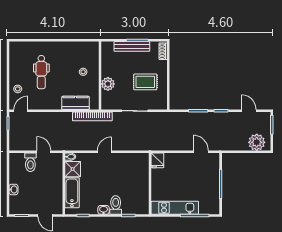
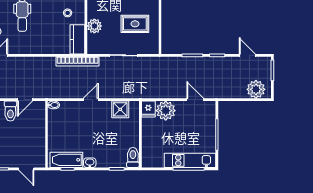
kitchen counter: (75, 103) -> (77, 39), moved, turned -90
door: (44, 152) -> (25, 100), swing flipped
plant: (174, 162) -> (166, 111), added
shower: (73, 169) -> (120, 109), moved
bathtub: (72, 193) -> (66, 160), moved, turned -90
toilet: (116, 205) -> (133, 157), moved
kitchen unit: (175, 208) -> (190, 160), moved

